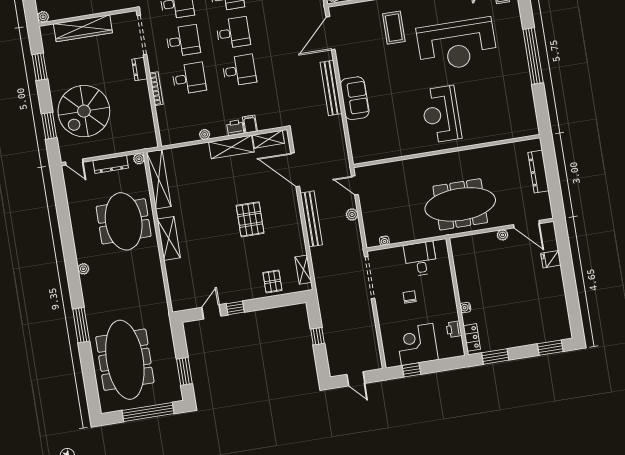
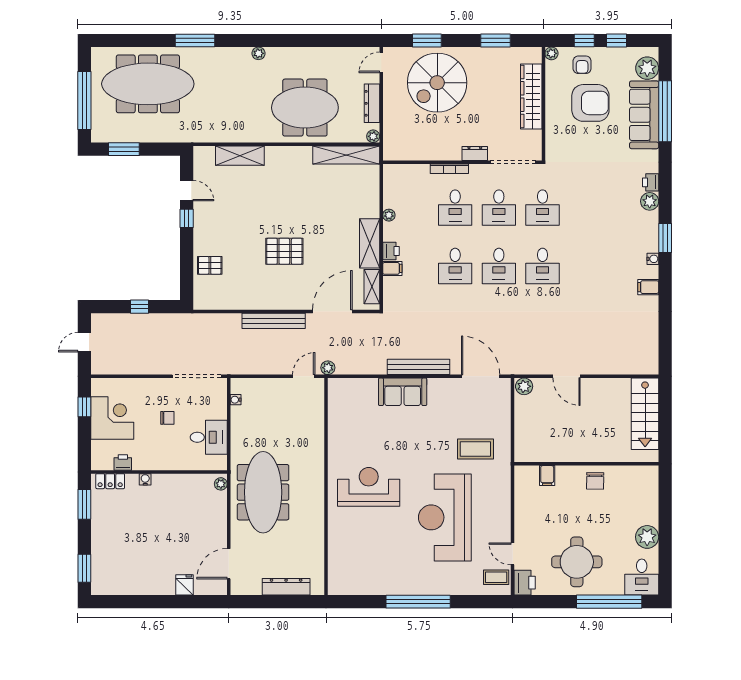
spiral stairs: (84, 111) -> (437, 83), turned -90
plant: (352, 214) -> (328, 368), moved
plant: (503, 235) -> (221, 484), moved
shelving: (169, 238) -> (240, 156), moved
shelving: (303, 270) -> (218, 303), removed

